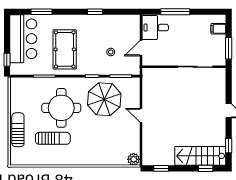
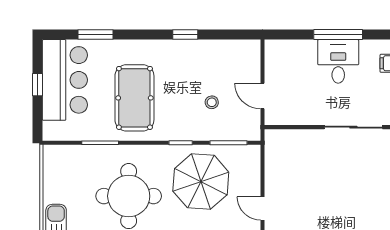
window: (175, 12) -> (338, 35), moved
desk: (155, 28) -> (338, 61), moved, turned 90
door: (141, 48) -> (262, 96), hinge flipped
window: (7, 60) -> (37, 85), moved

